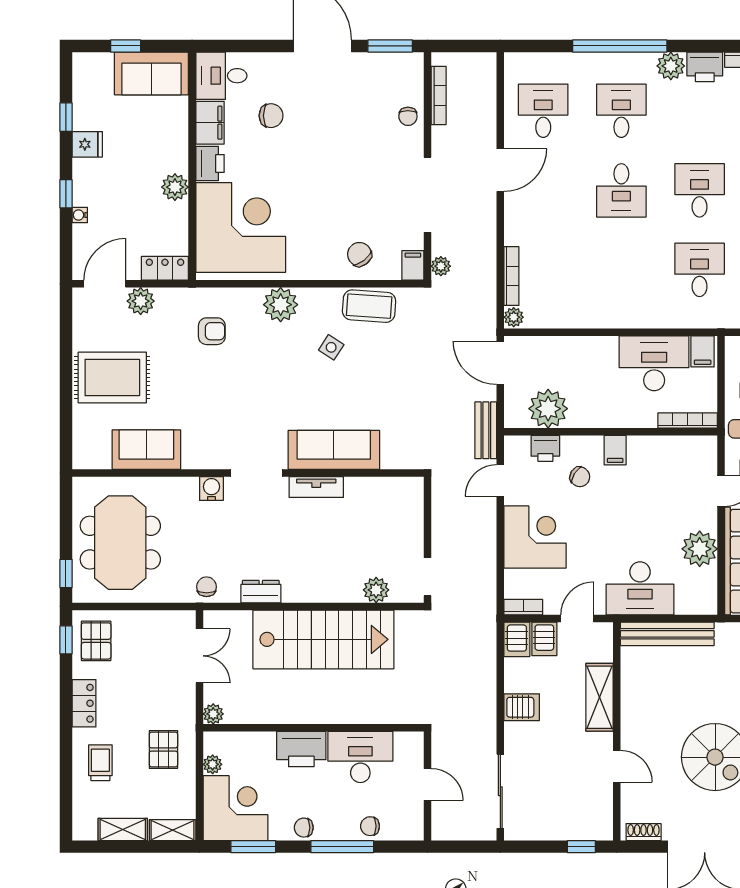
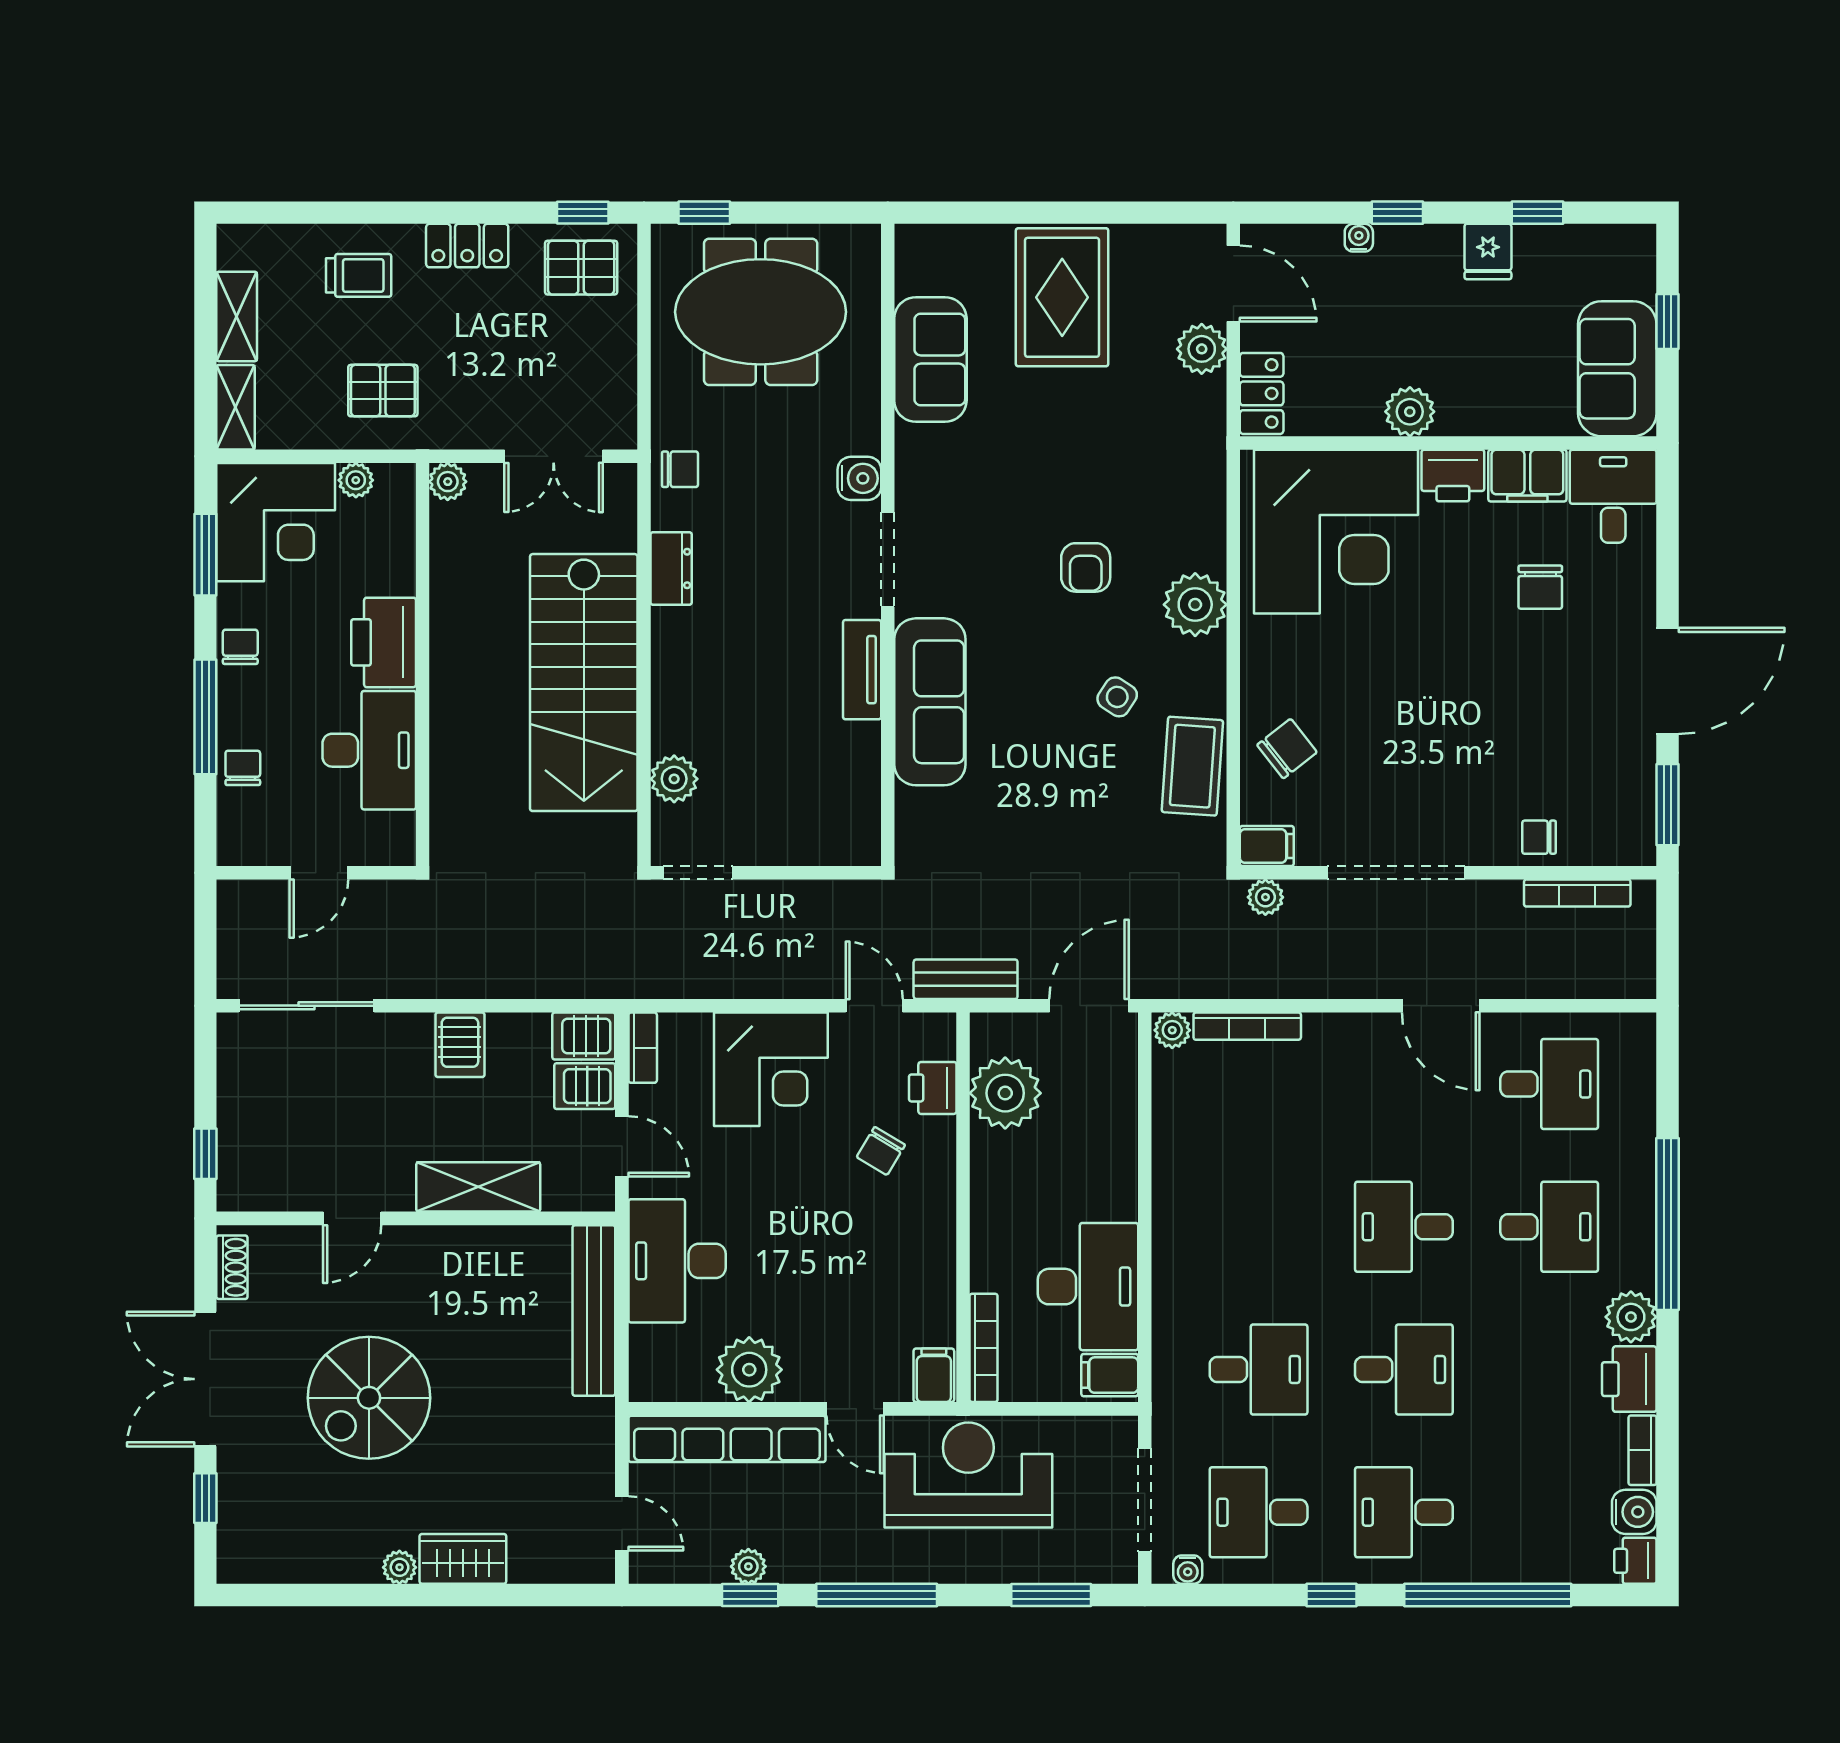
armchair: (212, 331) -> (1086, 567), moved
filing cabinet: (615, 450) -> (934, 1375), moved, turned 90

